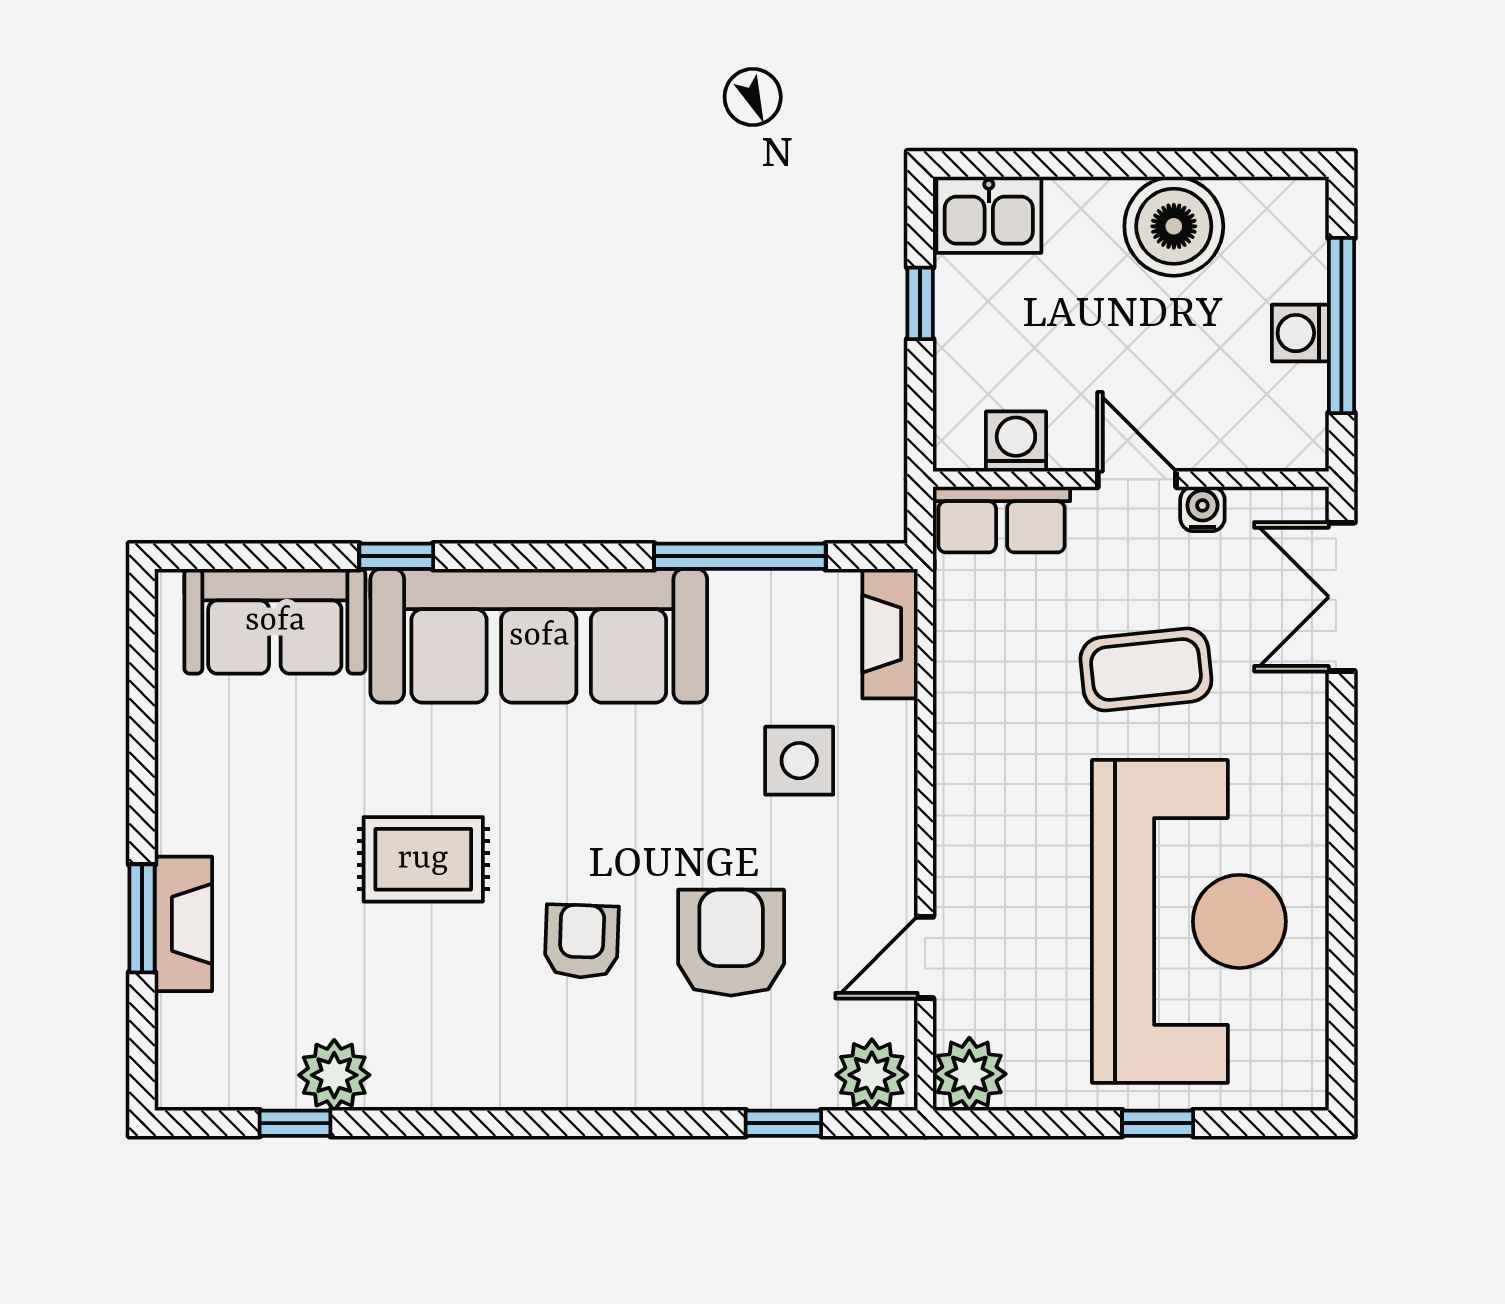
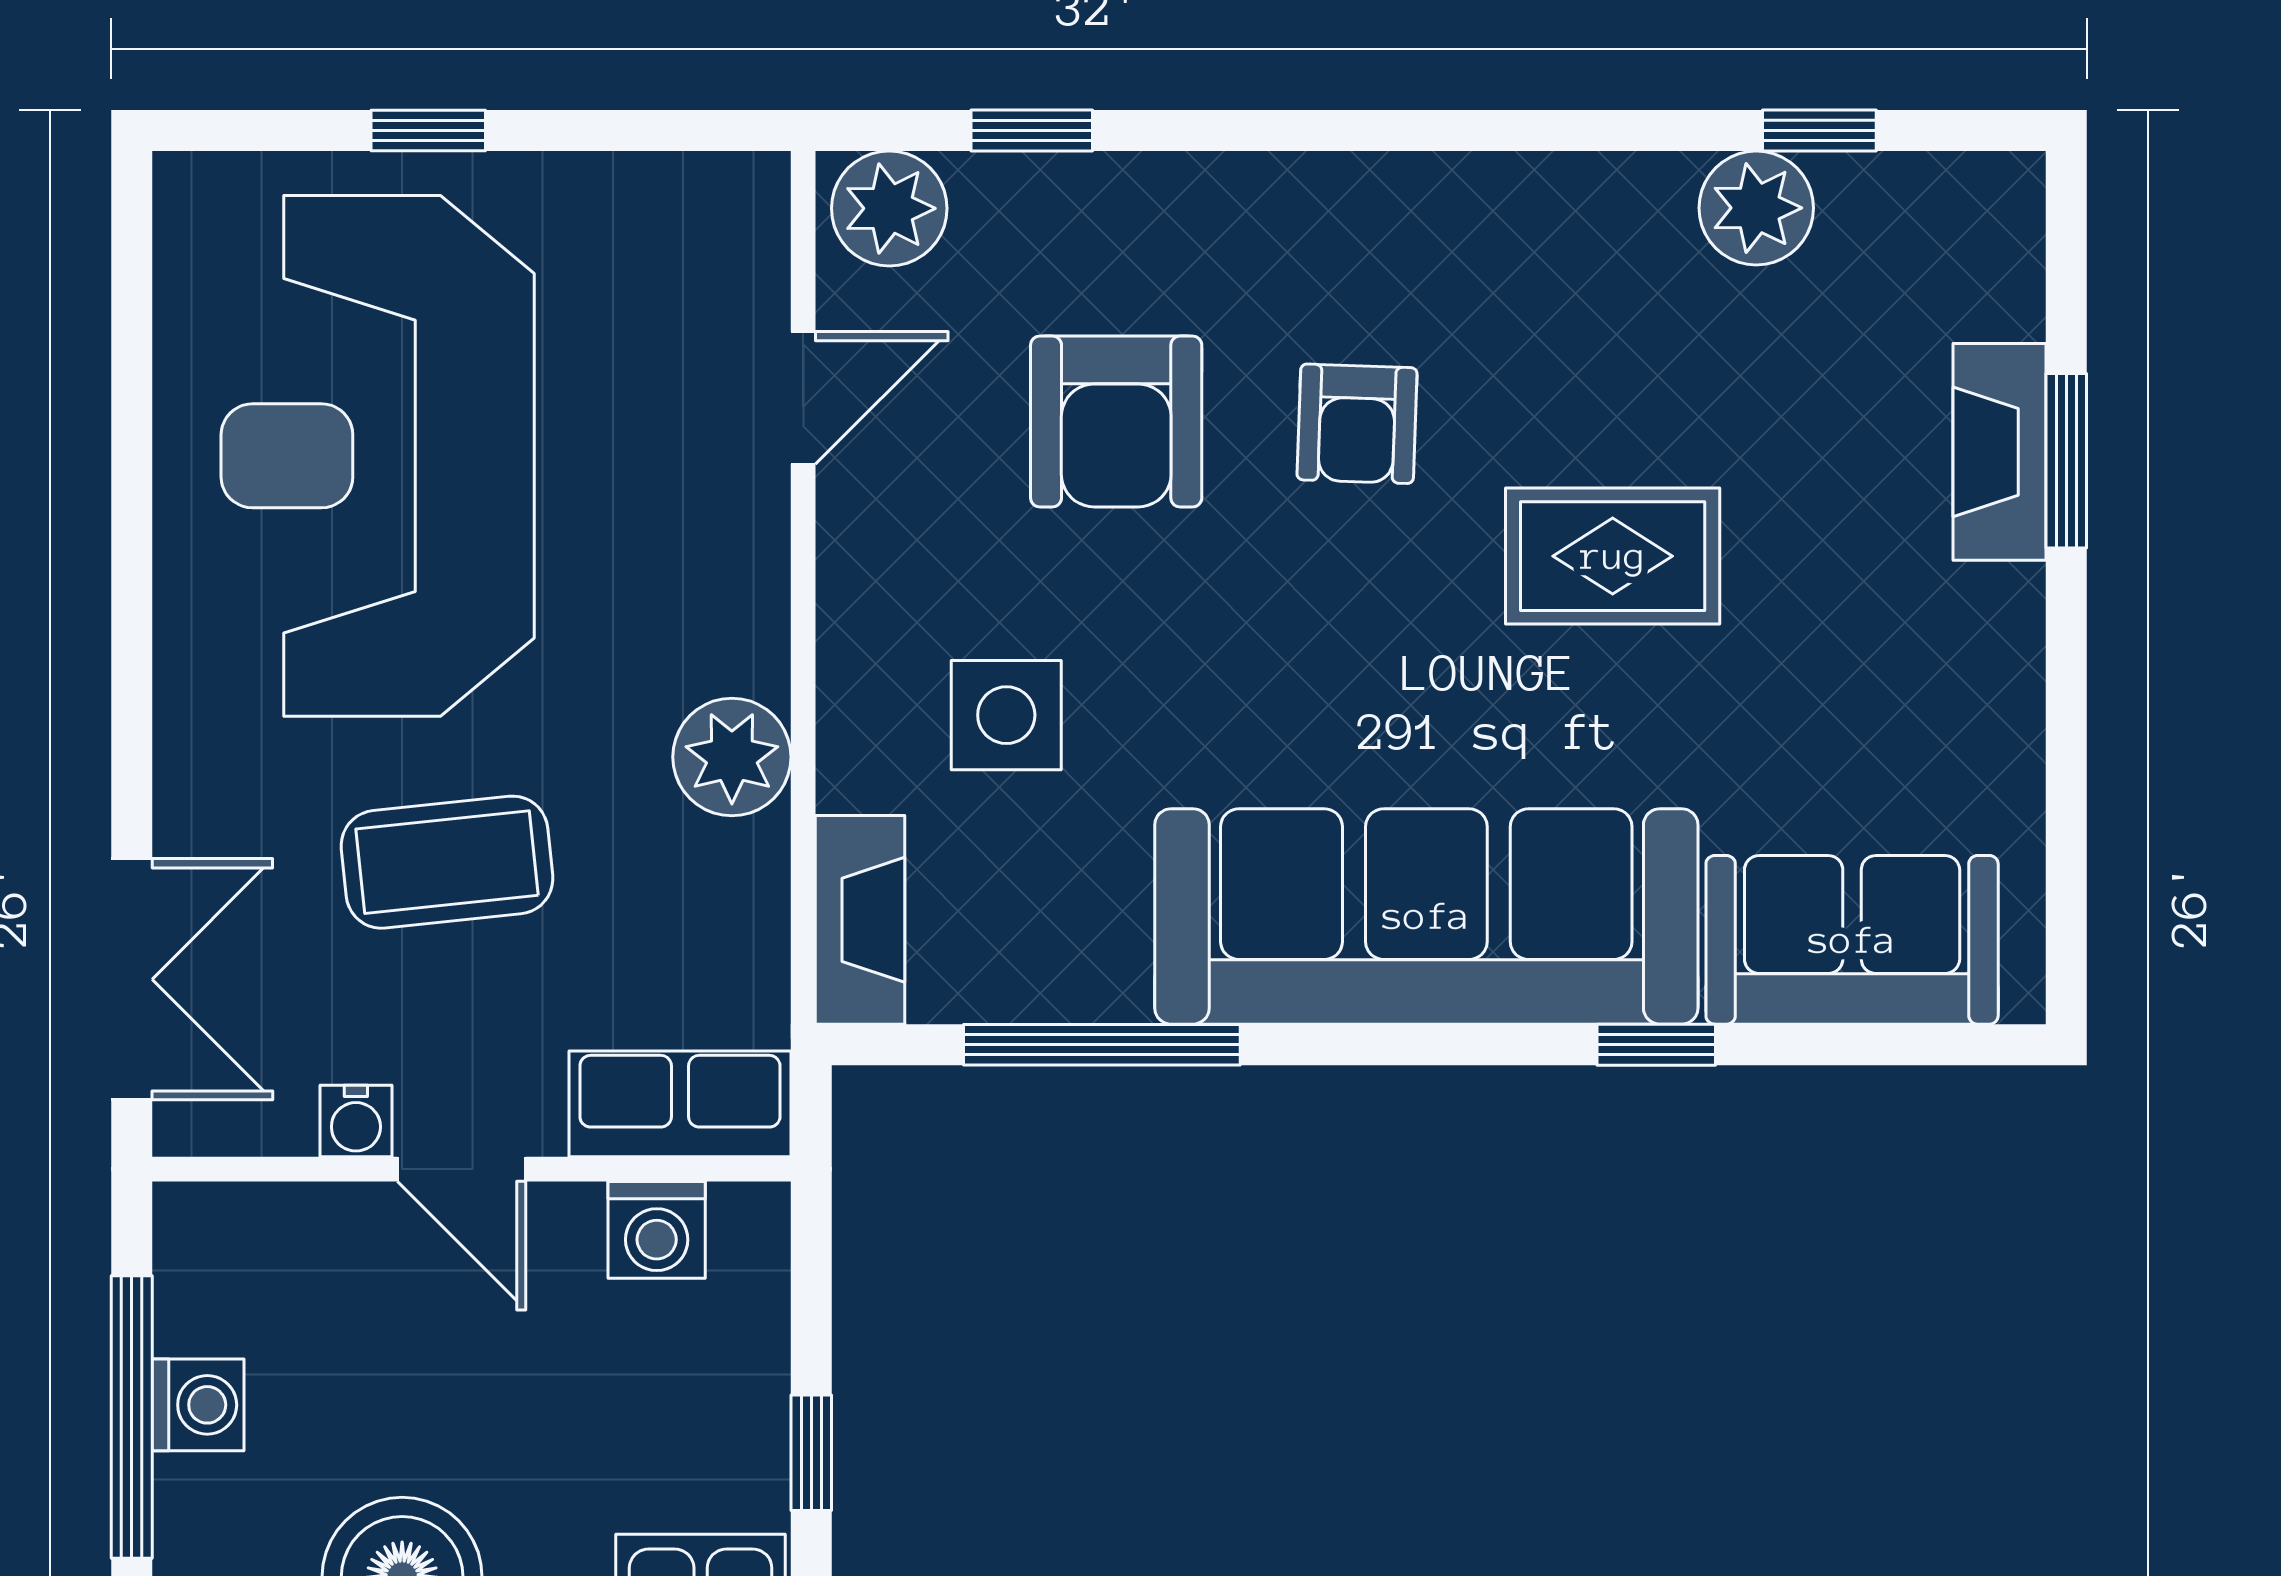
plant: (969, 1074) -> (732, 757), moved

